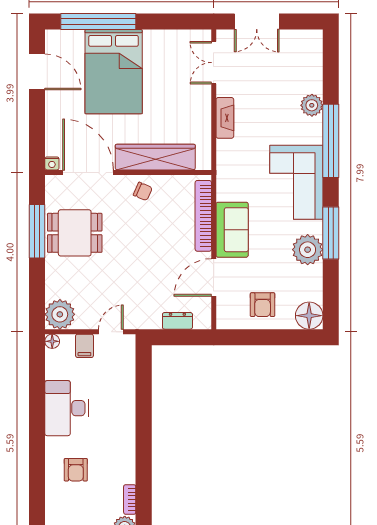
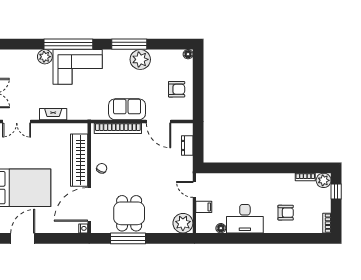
corner sofa: (296, 182) -> (78, 67), moved
floor lamp: (309, 316) -> (188, 54), width x0.53, depth x0.53
floor lamp: (52, 341) -> (221, 228), moved

